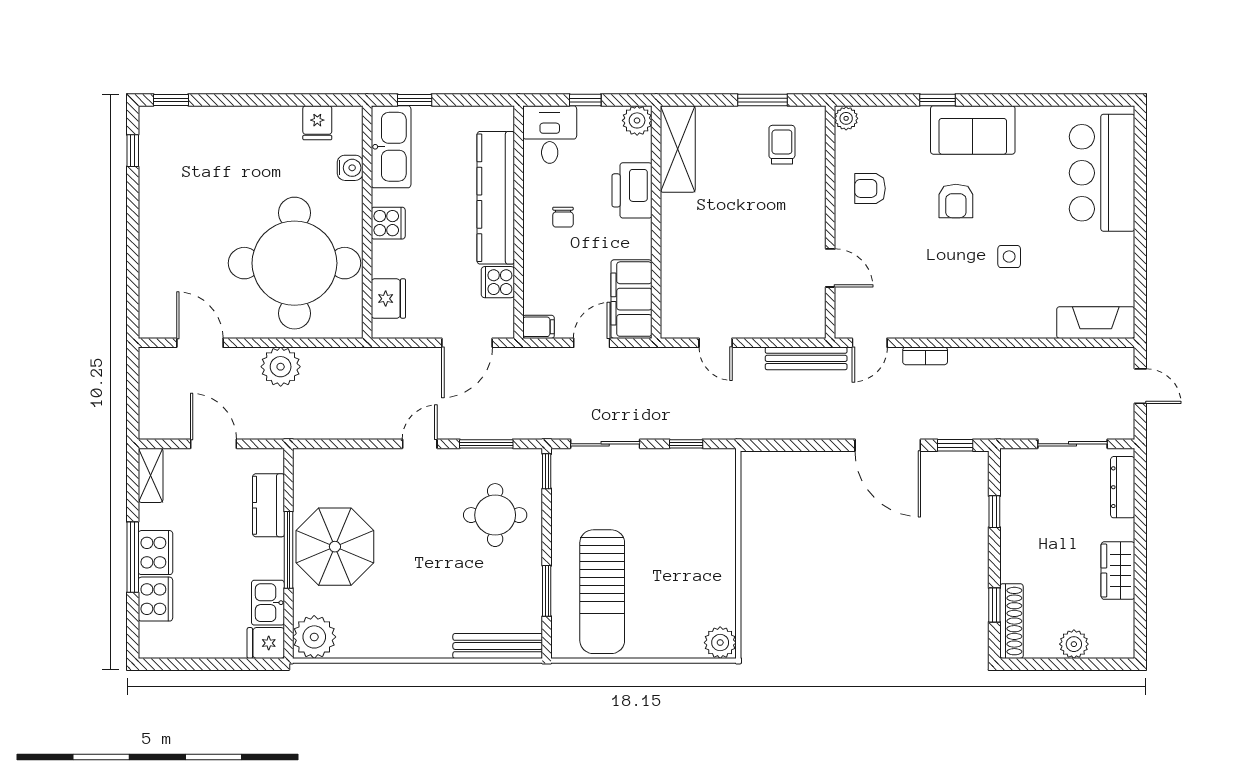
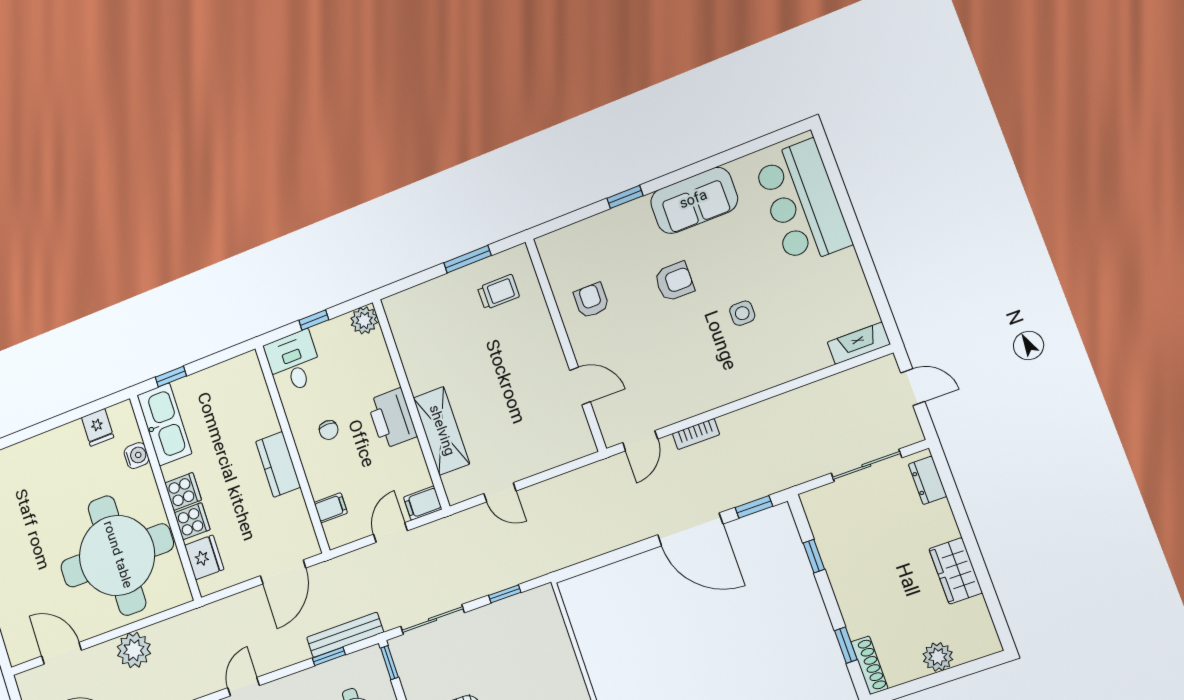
plant: (846, 118) -> (548, 246), removed
sofa: (973, 130) -> (694, 200), moved
trolley: (782, 145) -> (498, 292), turned 90
shelving: (678, 149) -> (441, 431), moved
armchair: (870, 188) -> (591, 300), turned 90
printer: (632, 190) -> (392, 418), moved
kitchen counter: (496, 198) -> (278, 464), width x0.48, depth x0.86
armchair: (956, 201) -> (674, 281), turned -90
cooker: (498, 282) -> (192, 521), moved, turned 180
filing cabinet: (631, 299) -> (423, 503), width x0.33, depth x0.86
fireplace: (1096, 323) -> (859, 343), width x0.73, depth x0.76
filing cabinet: (539, 327) -> (331, 508), moved
bench: (806, 358) -> (345, 635), moved
door: (420, 444) -> (244, 687), moved
window: (486, 444) -> (329, 656), width x0.67
dresser: (1123, 487) -> (928, 480), width x0.70
shoe rack: (1012, 621) -> (869, 665), width x0.74, depth x0.81

